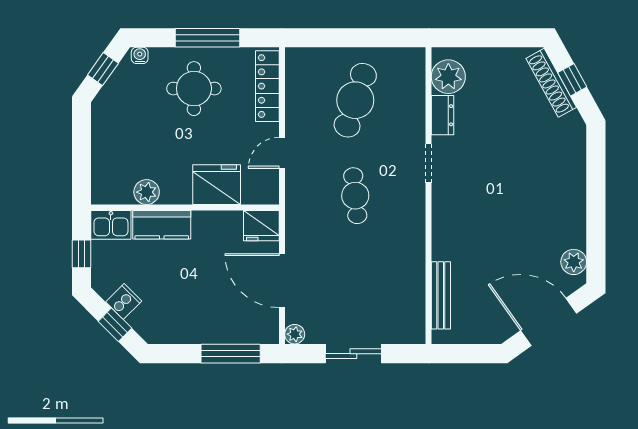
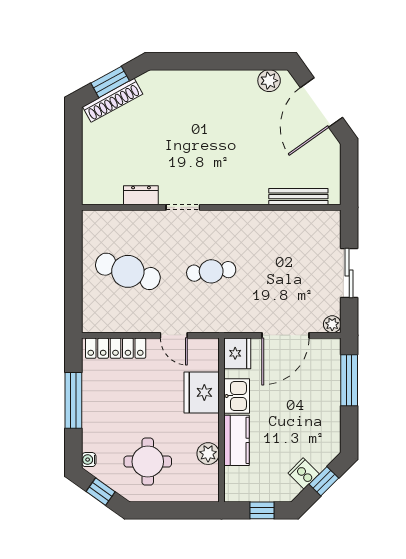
plant: (448, 77) -> (107, 190), removed
window: (572, 80) -> (110, 82), width x1.50
round table: (194, 89) -> (148, 462), moved
kitchen sink: (111, 225) -> (237, 396), moved

